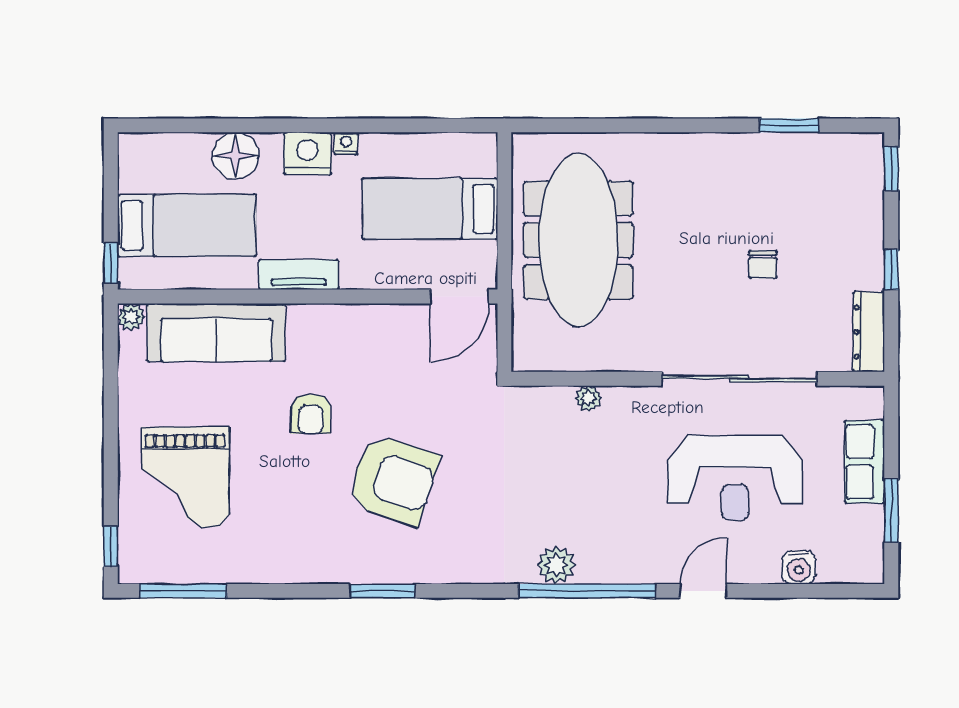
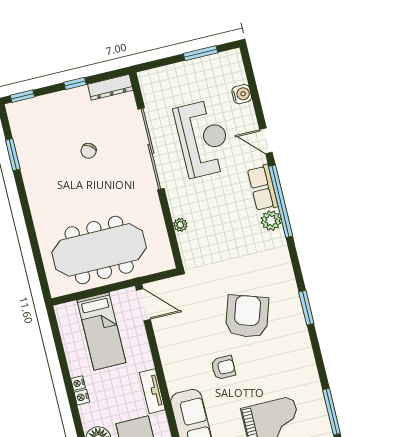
nightstand: (308, 153) -> (82, 397), width x0.53, depth x0.56
chair: (763, 265) -> (89, 151), turned 125
row of seats: (864, 462) -> (263, 188), moved, turned 90

